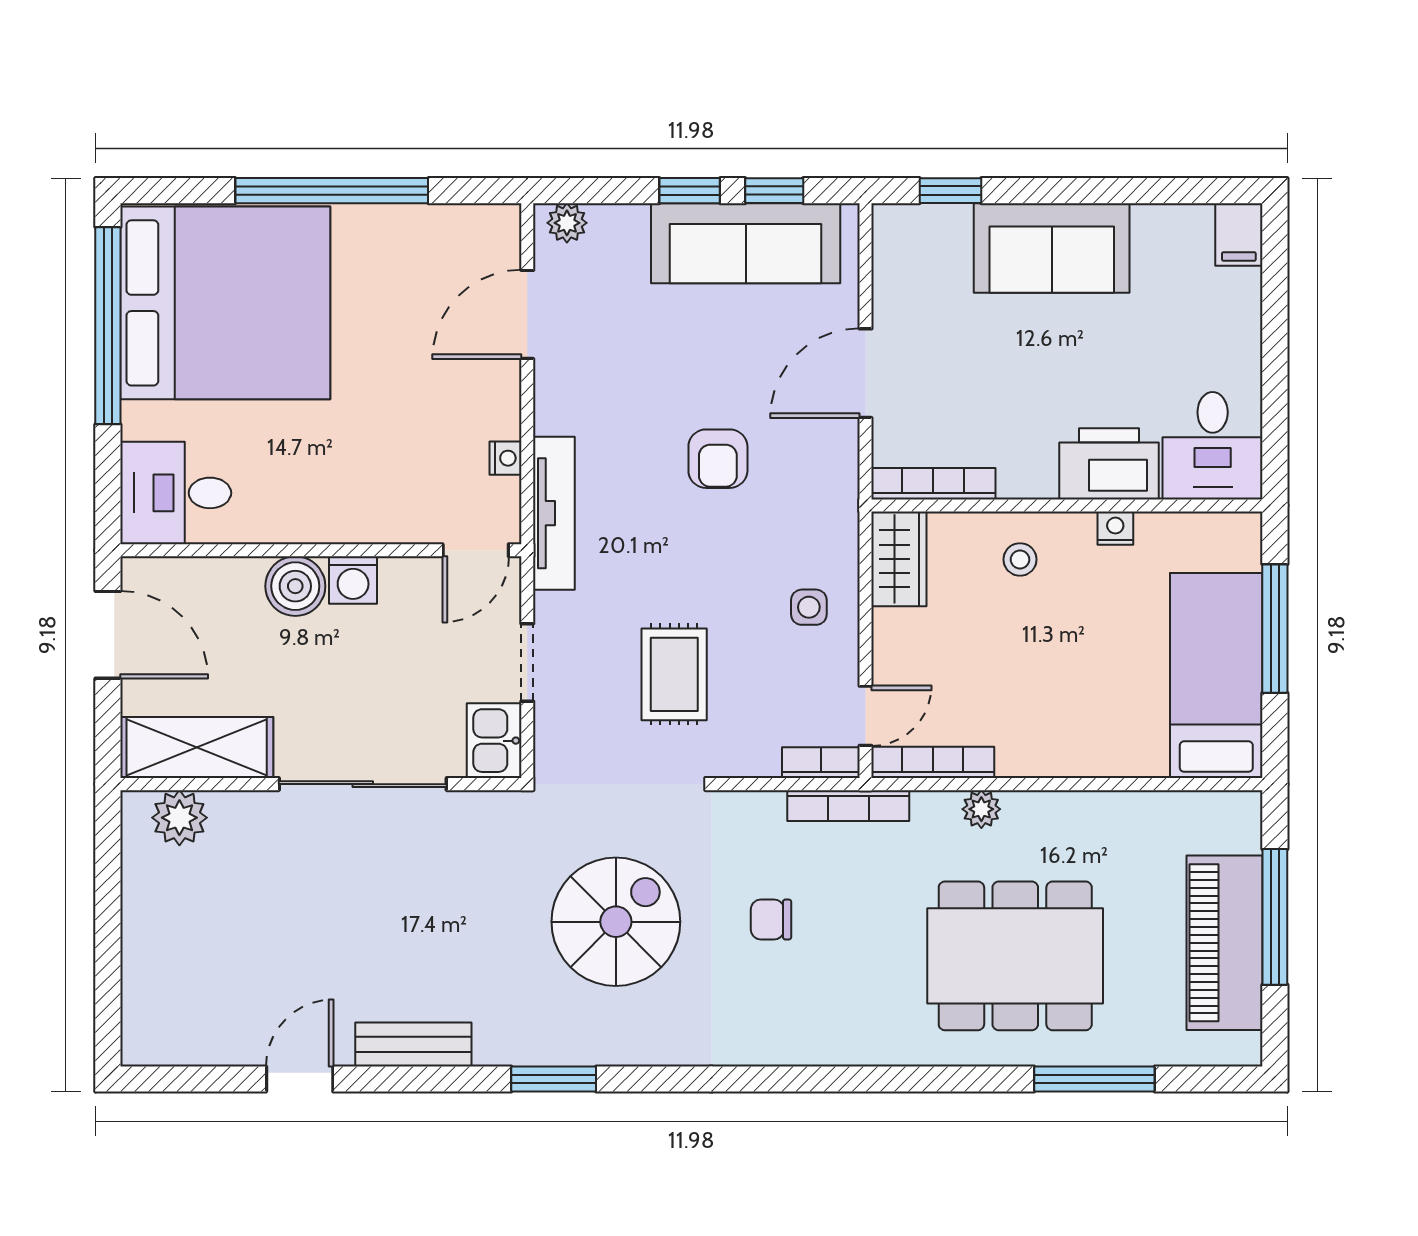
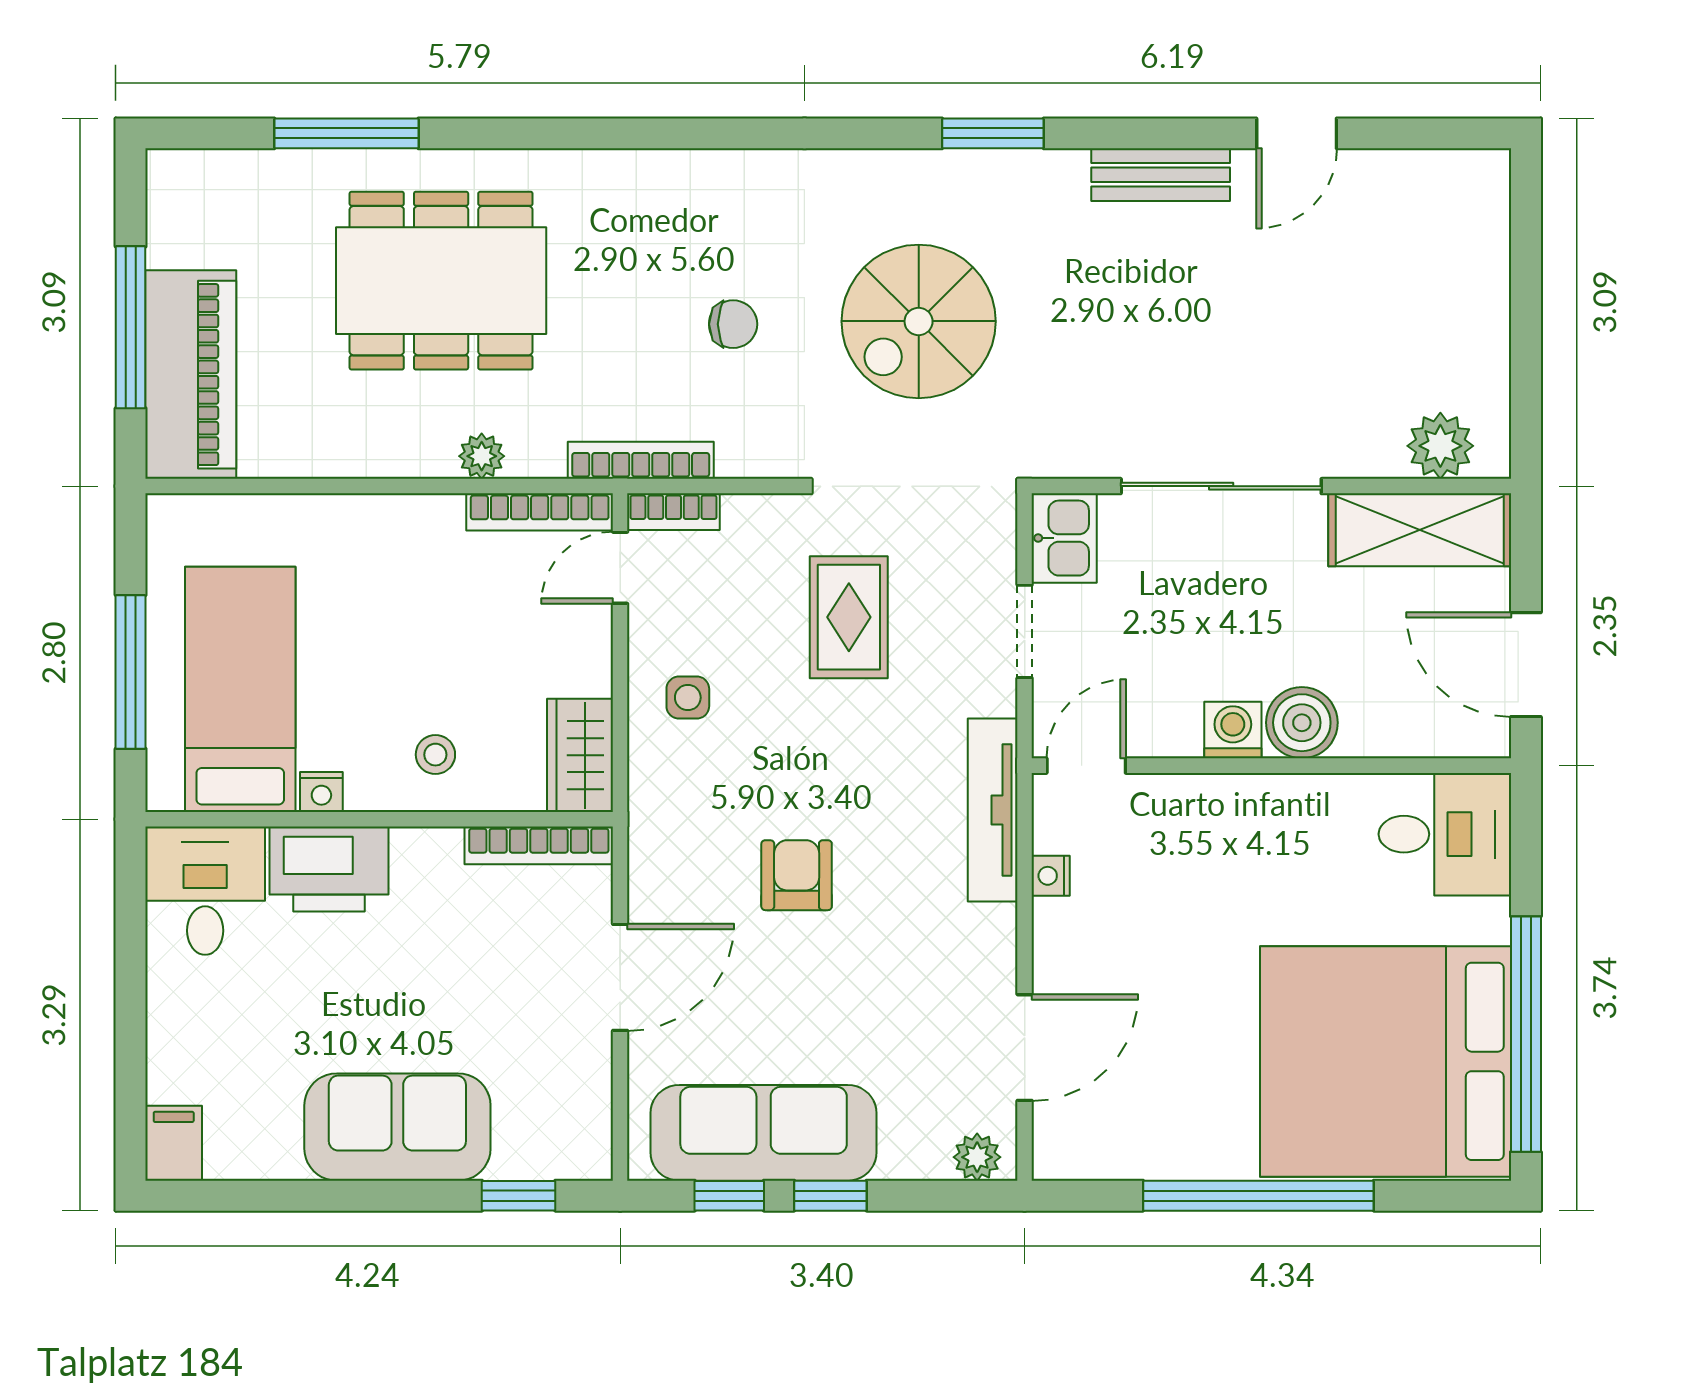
bed: (1216, 675) -> (240, 689), moved, turned 180
piano: (1225, 943) -> (191, 375), moved

